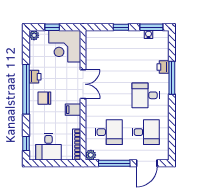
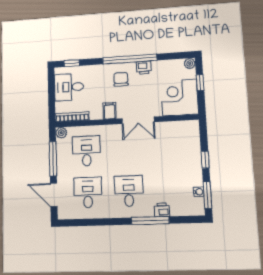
desk: (109, 132) -> (86, 151), turned 180
desk: (146, 132) -> (88, 192), turned 180

